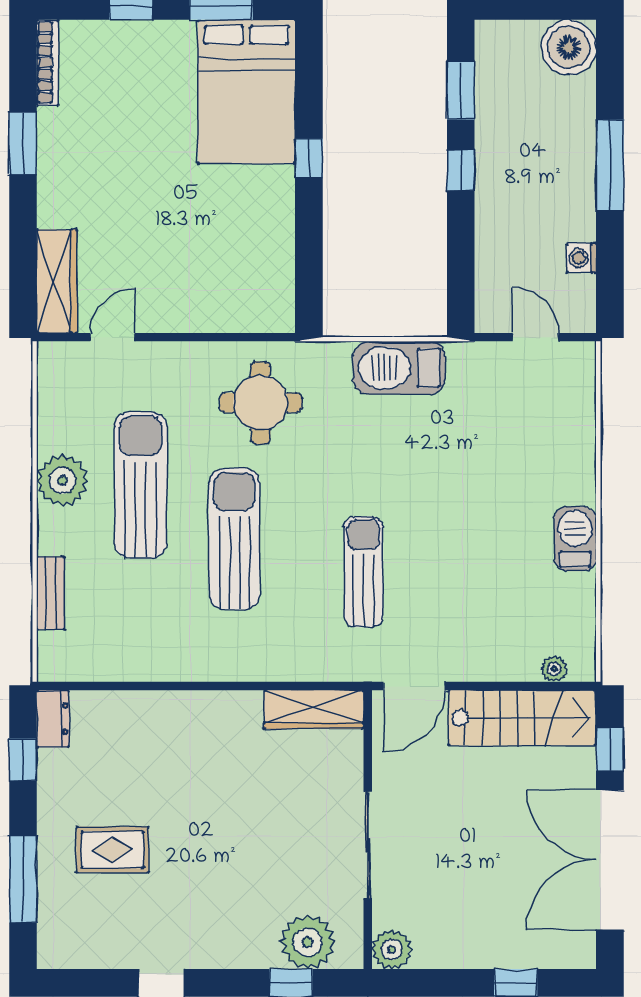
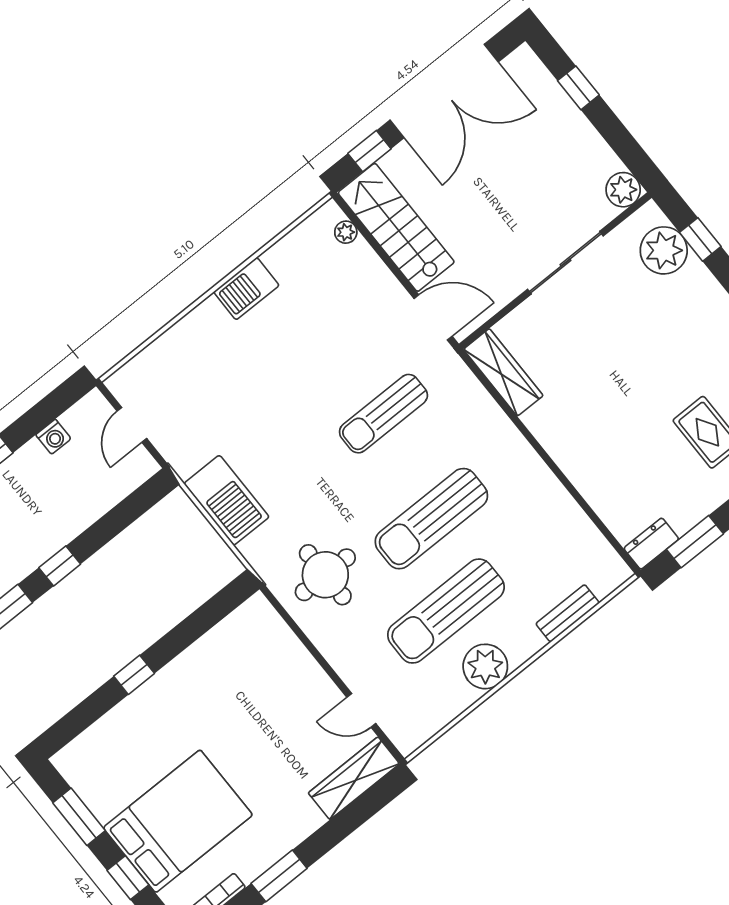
bed: (247, 92) -> (178, 821), moved
window: (23, 760) -> (695, 542), width x1.50

